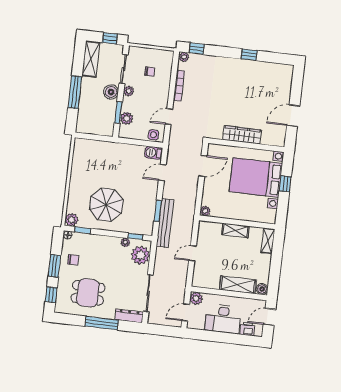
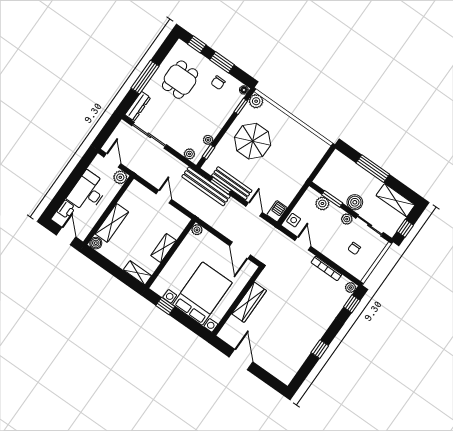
window: (285, 184) -> (165, 306), moved
bench: (151, 203) -> (232, 183), added
plant: (141, 255) -> (189, 154), width x0.53, depth x0.53

